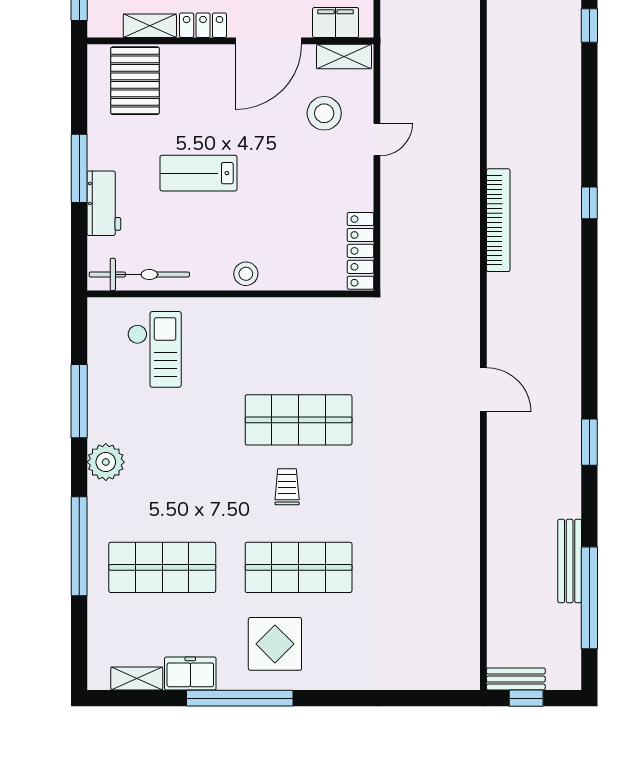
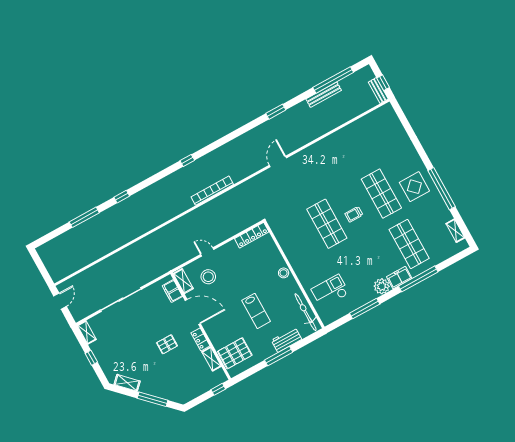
freezer: (190, 673) -> (399, 278), moved, turned 90

